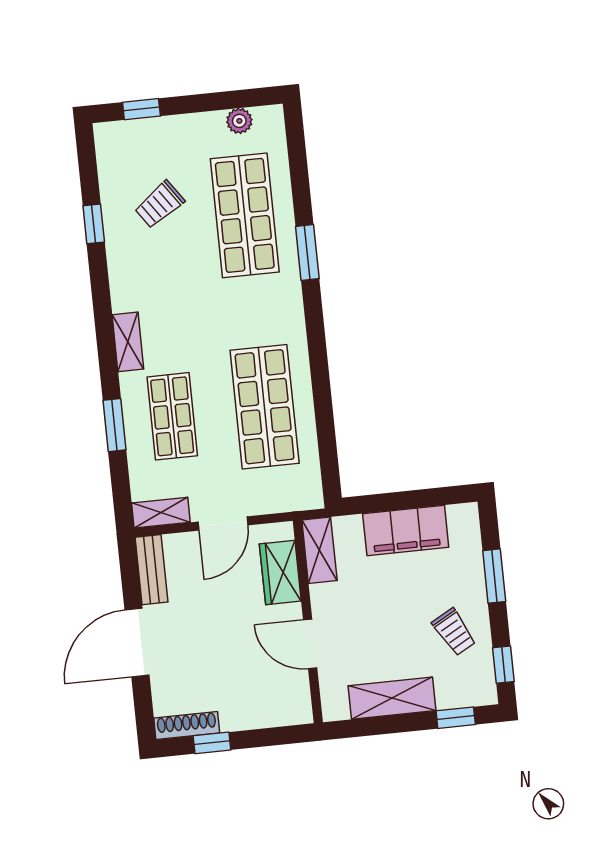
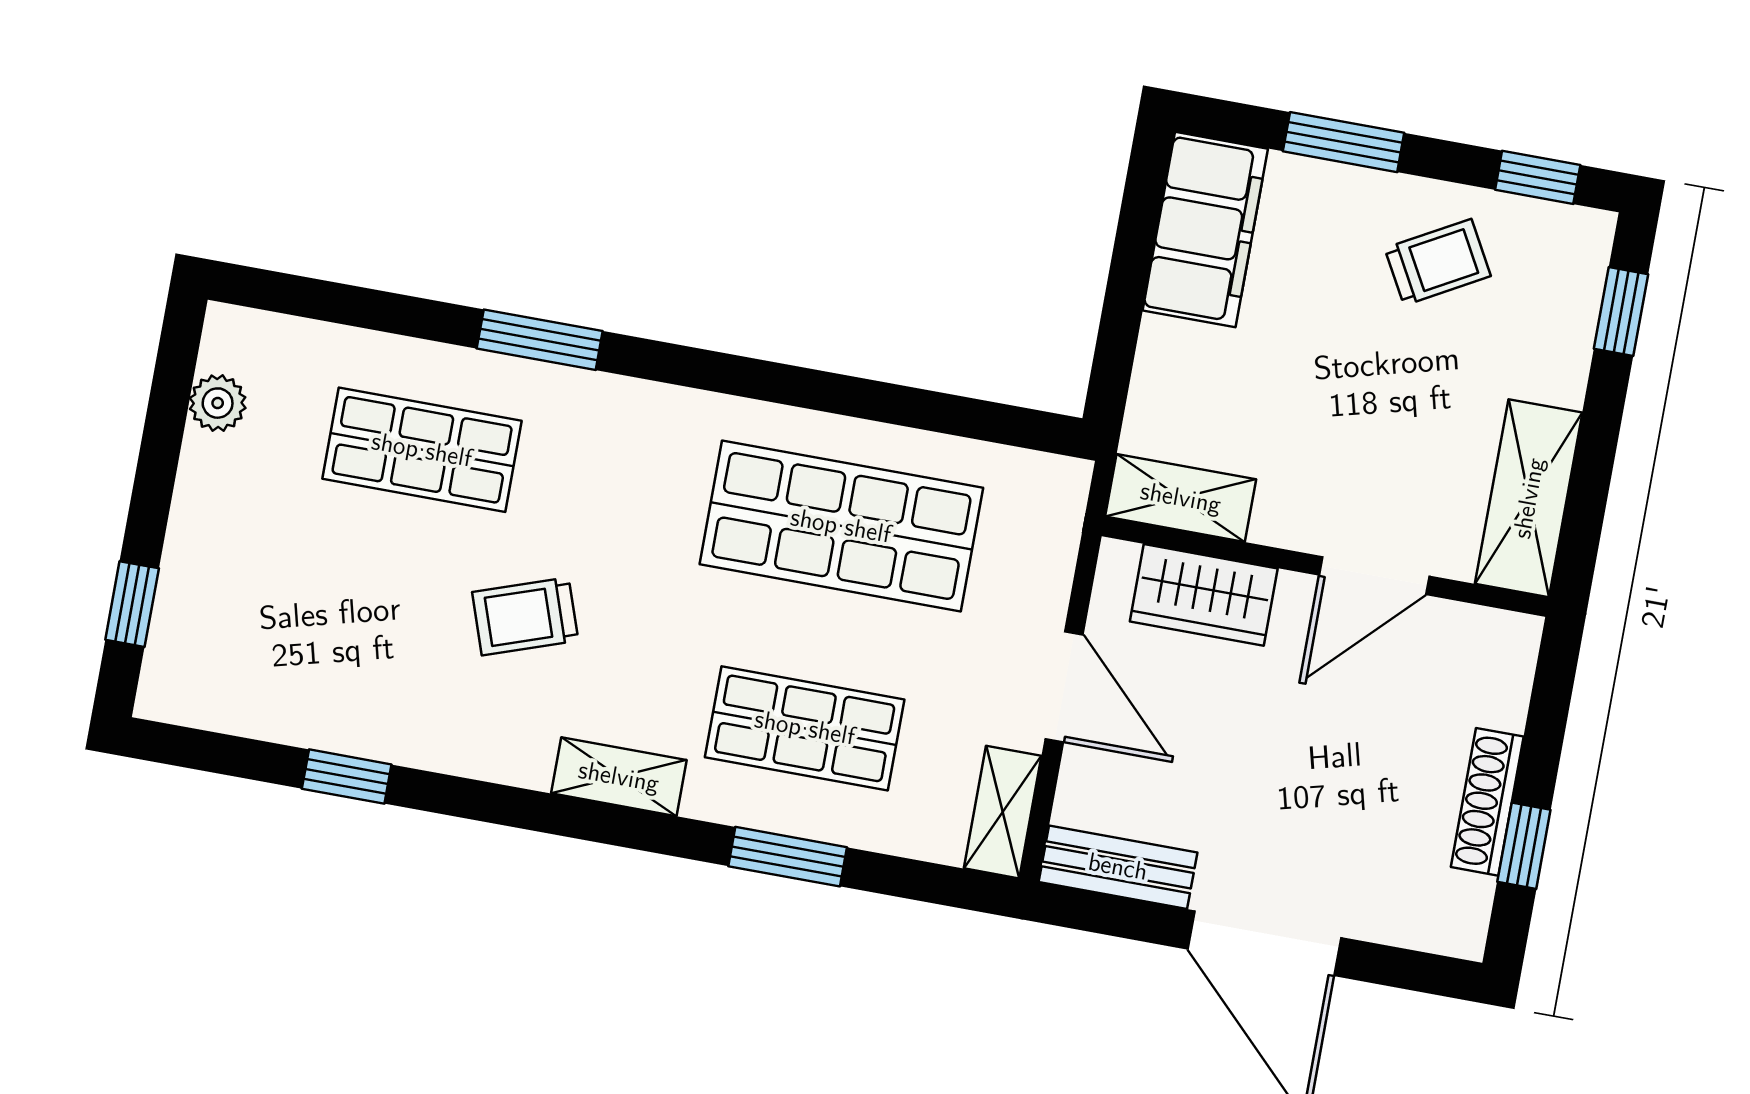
trolley: (159, 204) -> (525, 616), moved, turned 106
shop shelf: (245, 215) -> (422, 450), width x0.70, depth x0.74
filing cabinet: (406, 531) -> (1205, 230), moved
shelving: (392, 698) -> (1529, 498), moved
shoe rack: (187, 725) -> (1487, 802), moved

